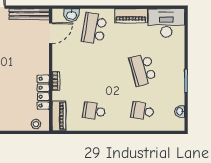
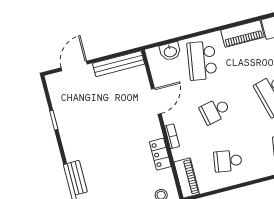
door: (51, 33) -> (156, 101), moved
school desk: (94, 70) -> (215, 111), added
locker: (43, 92) -> (160, 154), width x0.66

